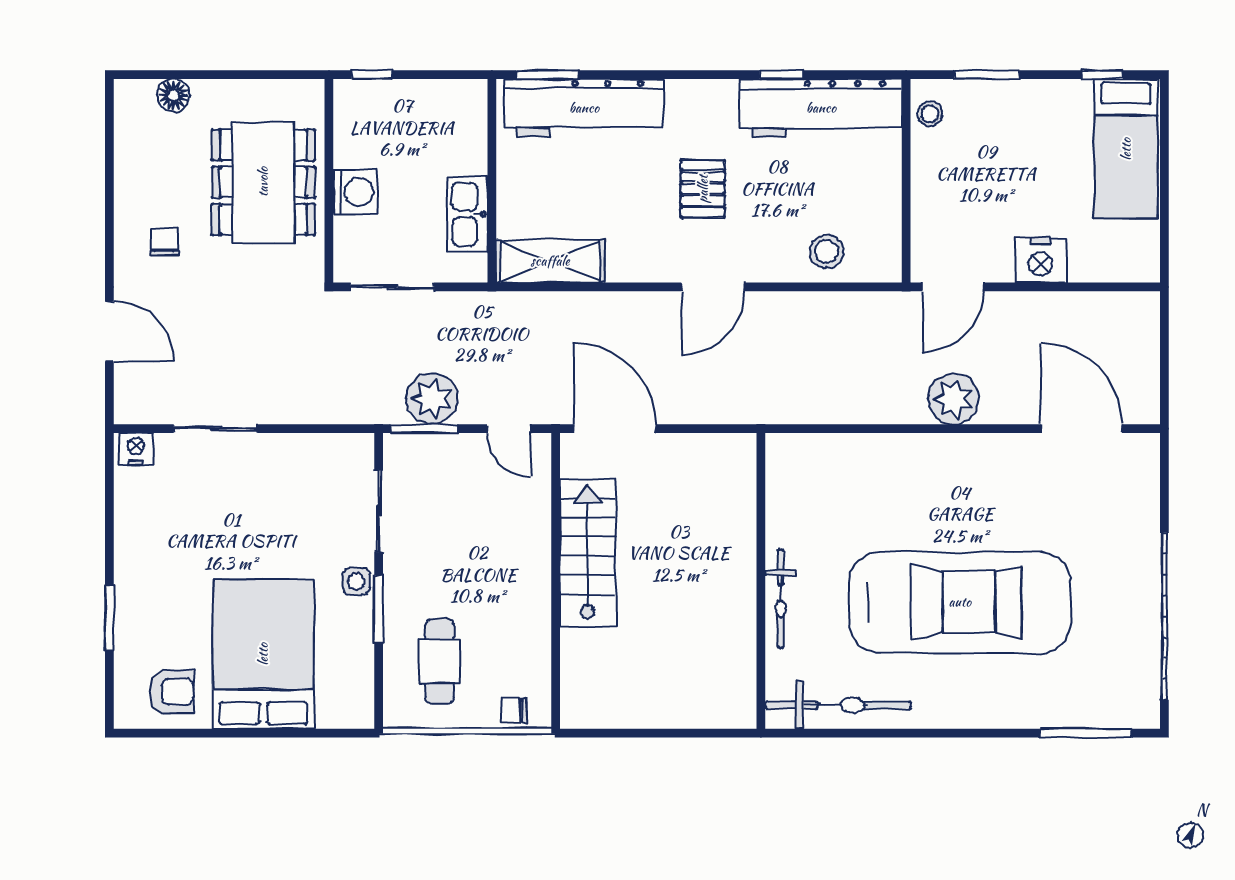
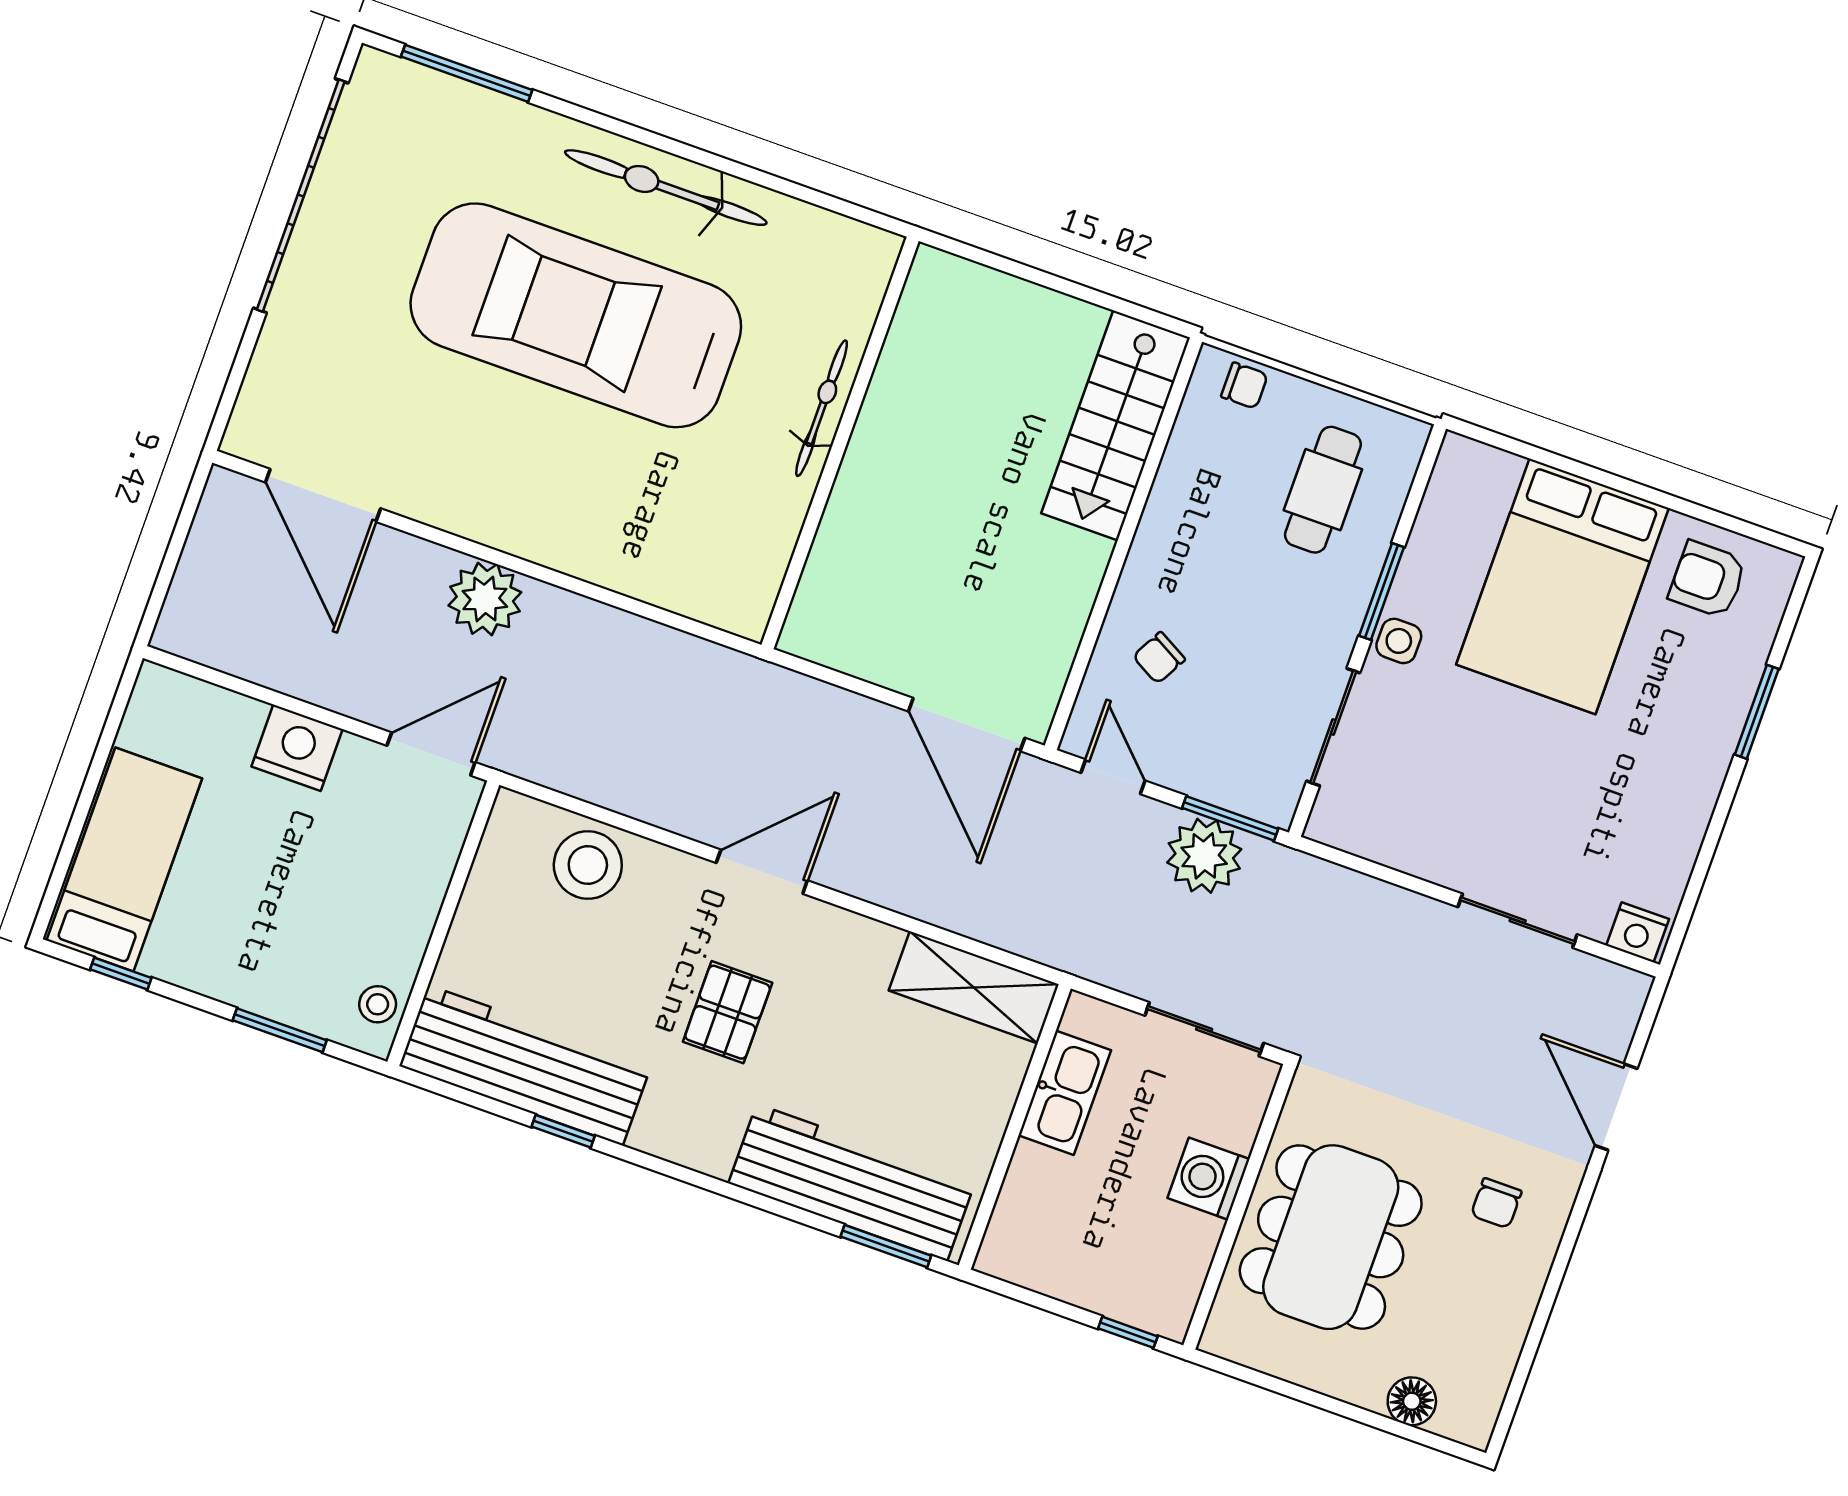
stool: (826, 251) -> (588, 865), width x1.38, depth x1.38
chair: (506, 516) -> (1159, 658), added
stairs: (588, 553) -> (1116, 425), moved
bicycle: (838, 705) -> (666, 188), moved

